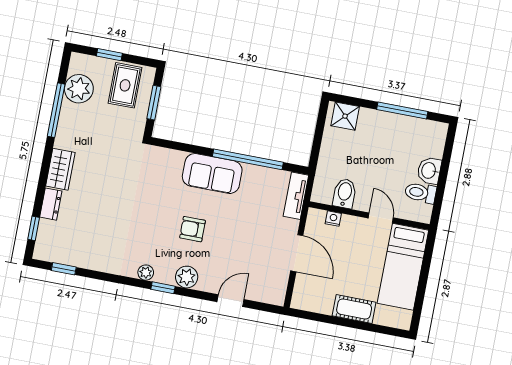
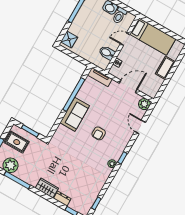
plant: (187, 277) -> (144, 104), moved

